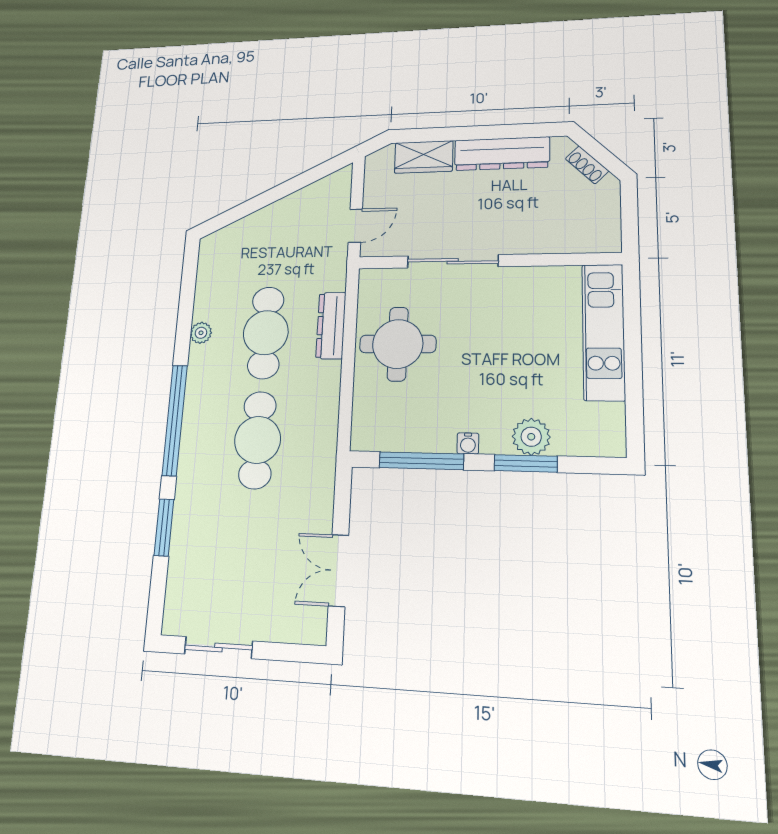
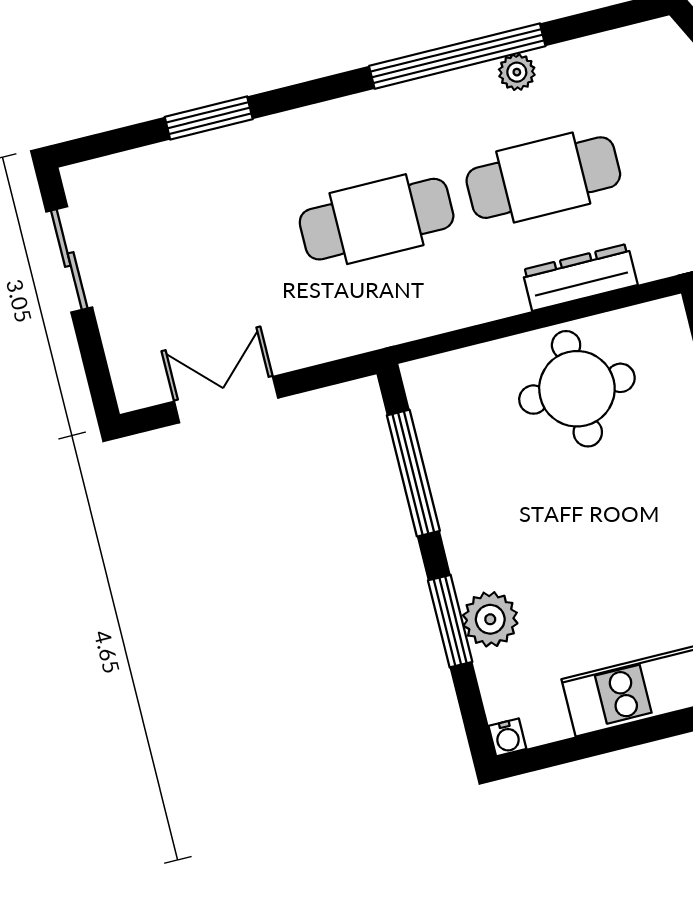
window: (175, 420) -> (457, 56), moved
water cooler: (468, 443) -> (507, 737), moved, turned -90

